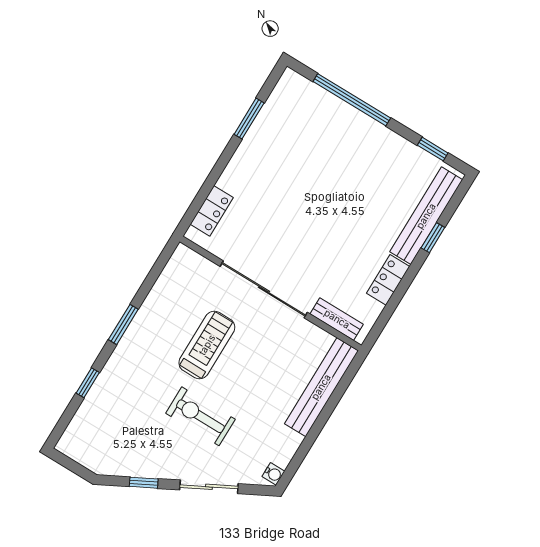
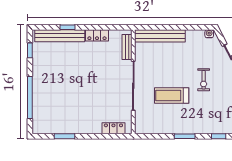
exercise bike: (200, 416) -> (204, 80), width x0.73, depth x0.72

